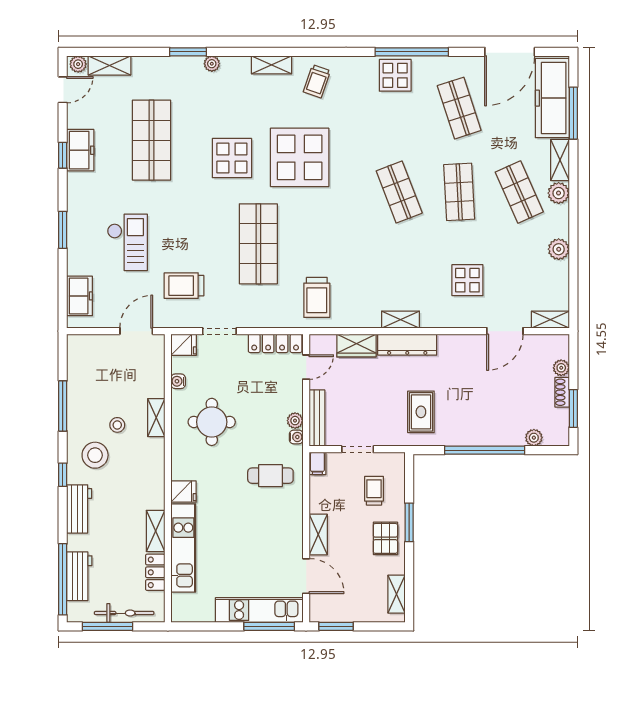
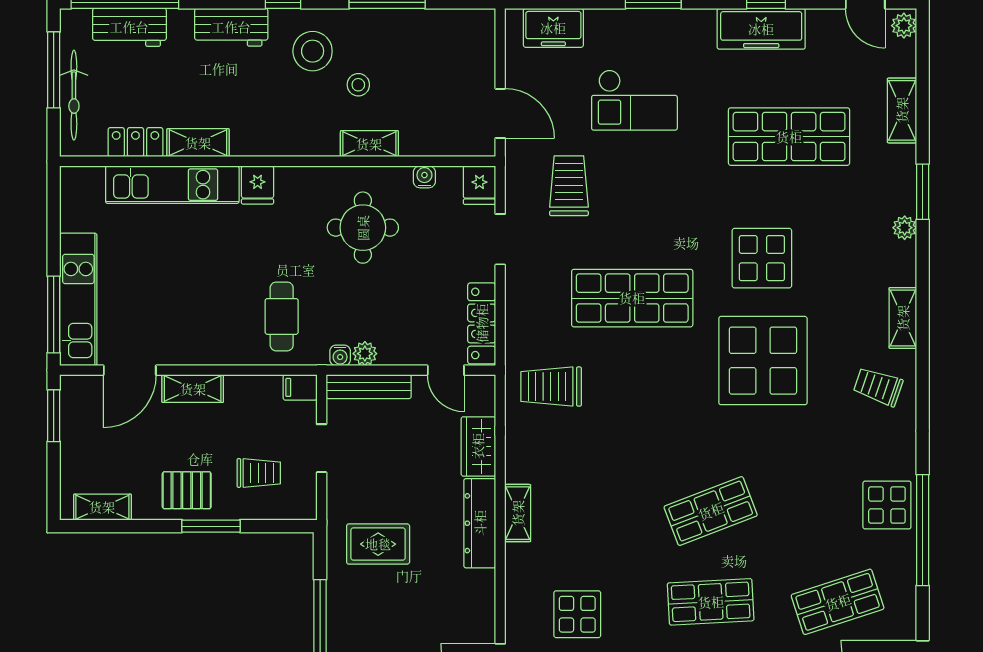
shelving: (109, 65) -> (902, 110), moved
freezer: (80, 150) -> (761, 29), width x1.40

